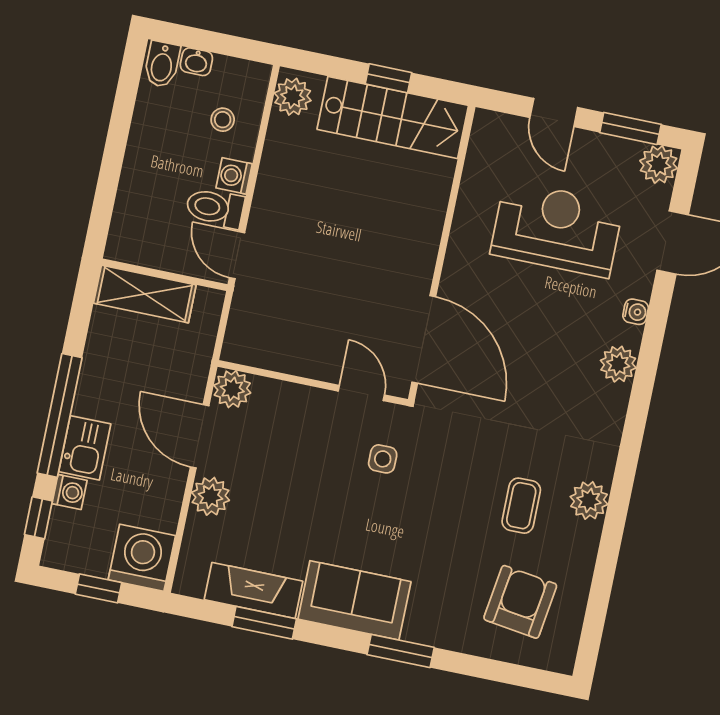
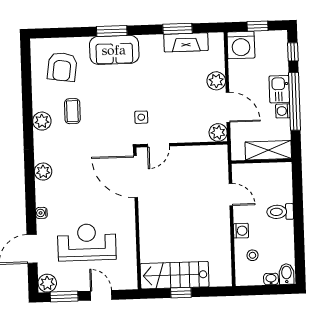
plant: (293, 97) -> (223, 274), removed
toilet: (215, 208) -> (280, 212), moved, turned 180
reception desk: (557, 229) -> (87, 242), turned 180
wall: (164, 275) -> (261, 161), moved
shelving: (145, 294) -> (268, 150), moved
plant: (618, 364) -> (43, 172), moved
door: (361, 393) -> (158, 145), hinge flipped
washing machine: (70, 492) -> (283, 111), moved
sofa: (354, 600) -> (114, 50), moved

